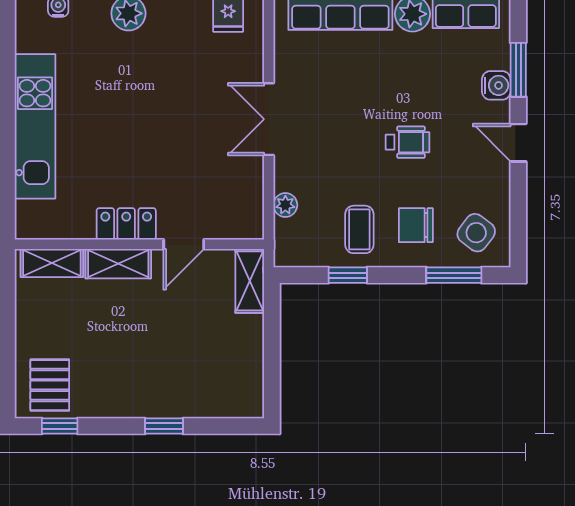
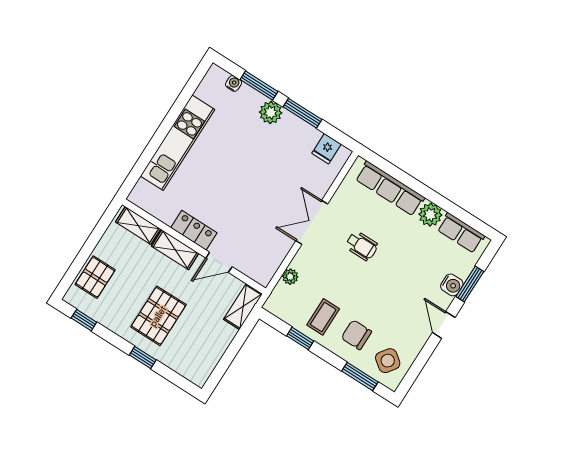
wheelchair: (407, 142) -> (362, 246), moved
pallet: (150, 361) -> (158, 316), added
pallet: (50, 385) -> (95, 277), moved

